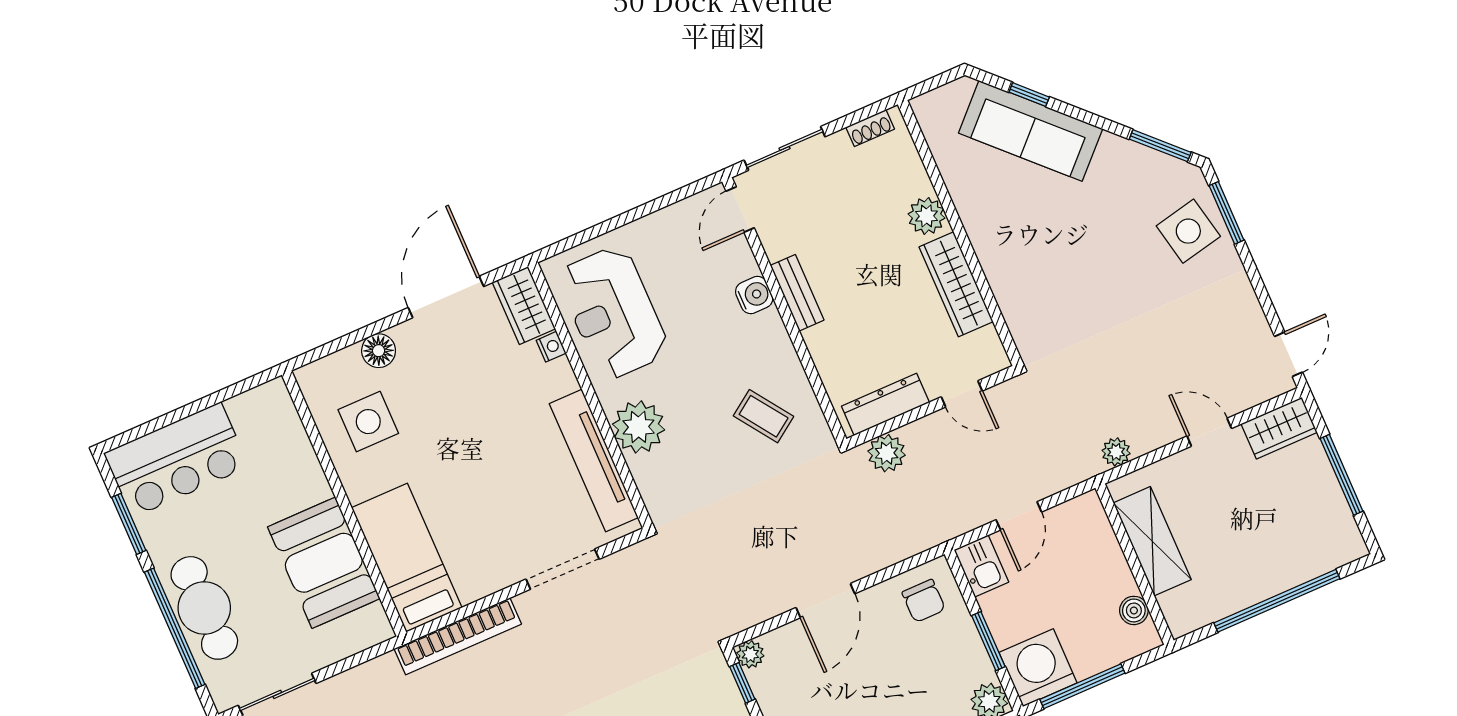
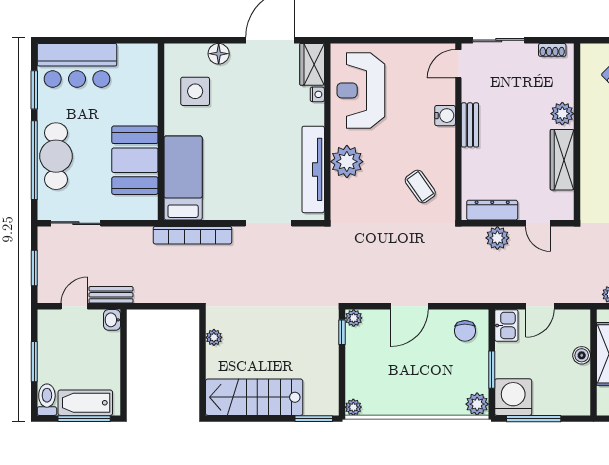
plant: (887, 453) -> (497, 238), moved
boiler: (1134, 610) -> (582, 355), moved

